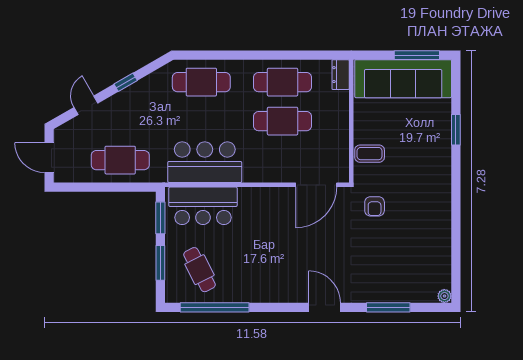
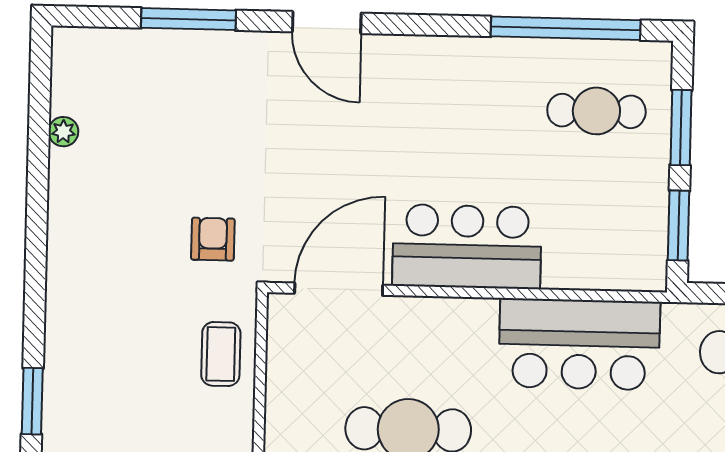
coffee table: (370, 154) -> (221, 354), turned 90
bar counter: (203, 206) -> (467, 247), moved
cafe table: (199, 270) -> (596, 111), turned -63
plant: (444, 296) -> (63, 132), moved

